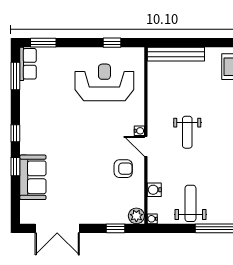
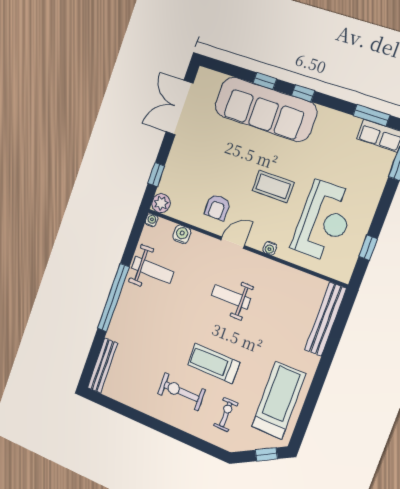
coffee table: (92, 131) -> (273, 186), added
water cooler: (139, 131) -> (270, 248), moved
sofa: (33, 177) -> (265, 109), width x1.85, depth x1.27

